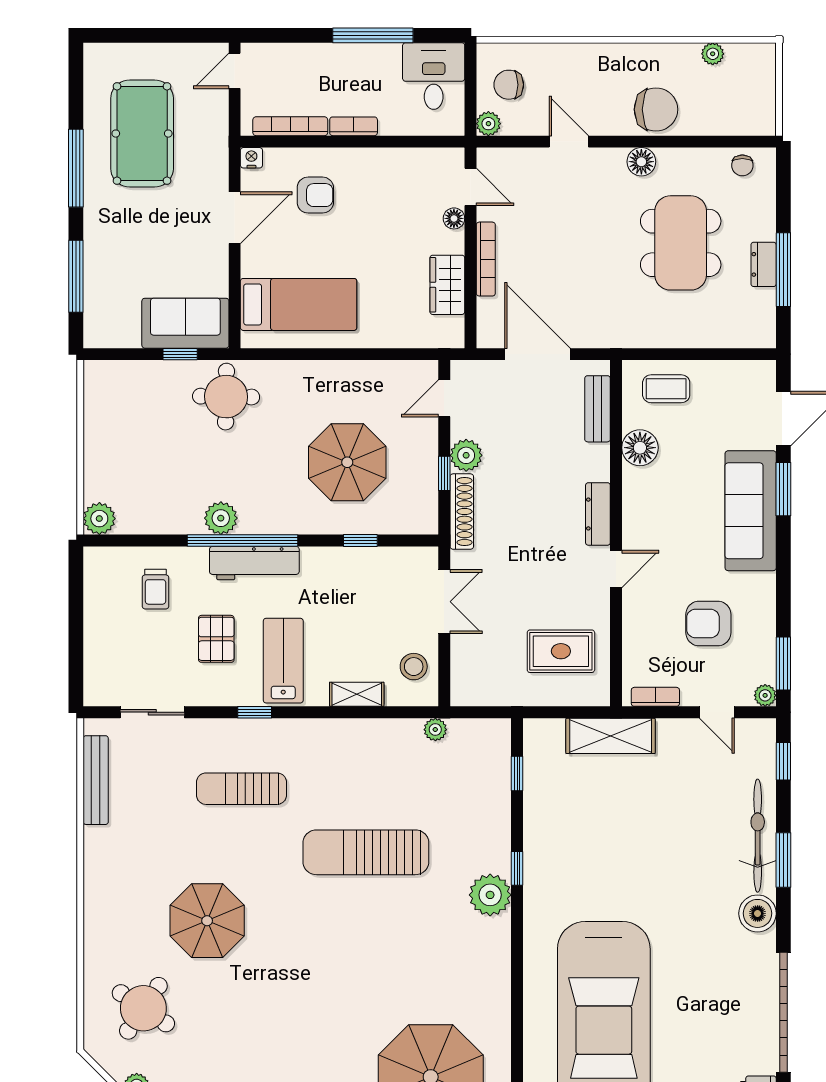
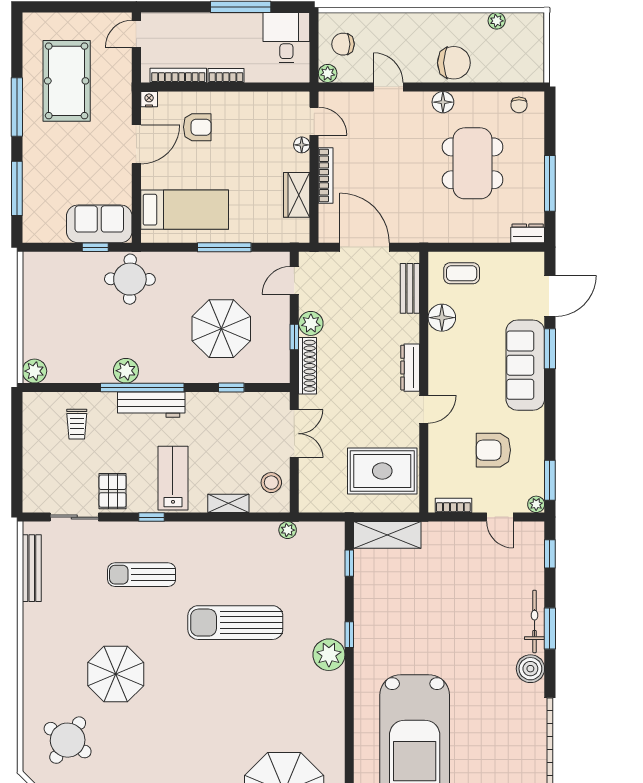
dresser: (764, 264) -> (528, 233), moved, turned 90
window: (351, 354) -> (224, 247), added
pallet: (216, 639) -> (113, 491), moved
rug: (561, 651) -> (382, 471), width x1.36, depth x1.43
shelving: (611, 736) -> (387, 535), moved
bicycle: (758, 836) -> (535, 621), width x0.73, depth x0.71

